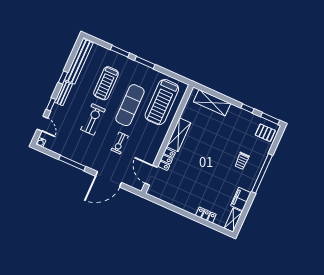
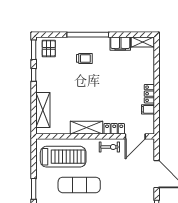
exercise bike: (120, 143) -> (109, 147), moved
filing cabinet: (170, 198) -> (148, 109), added
locker: (206, 215) -> (149, 94), moved

